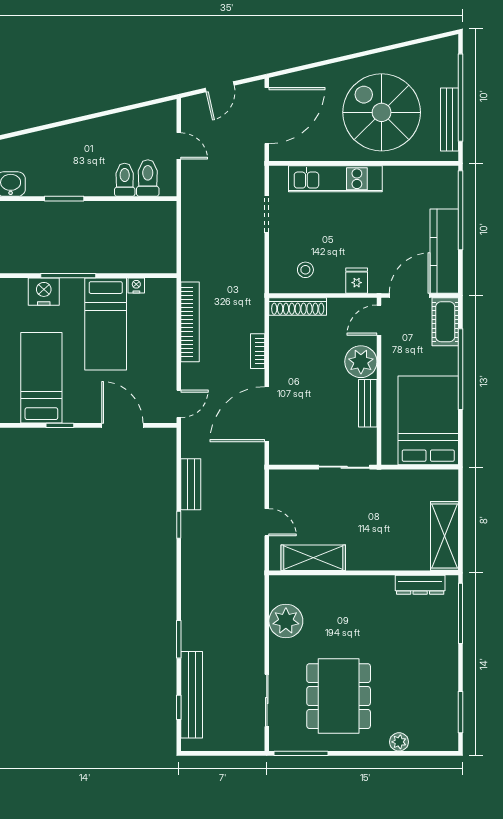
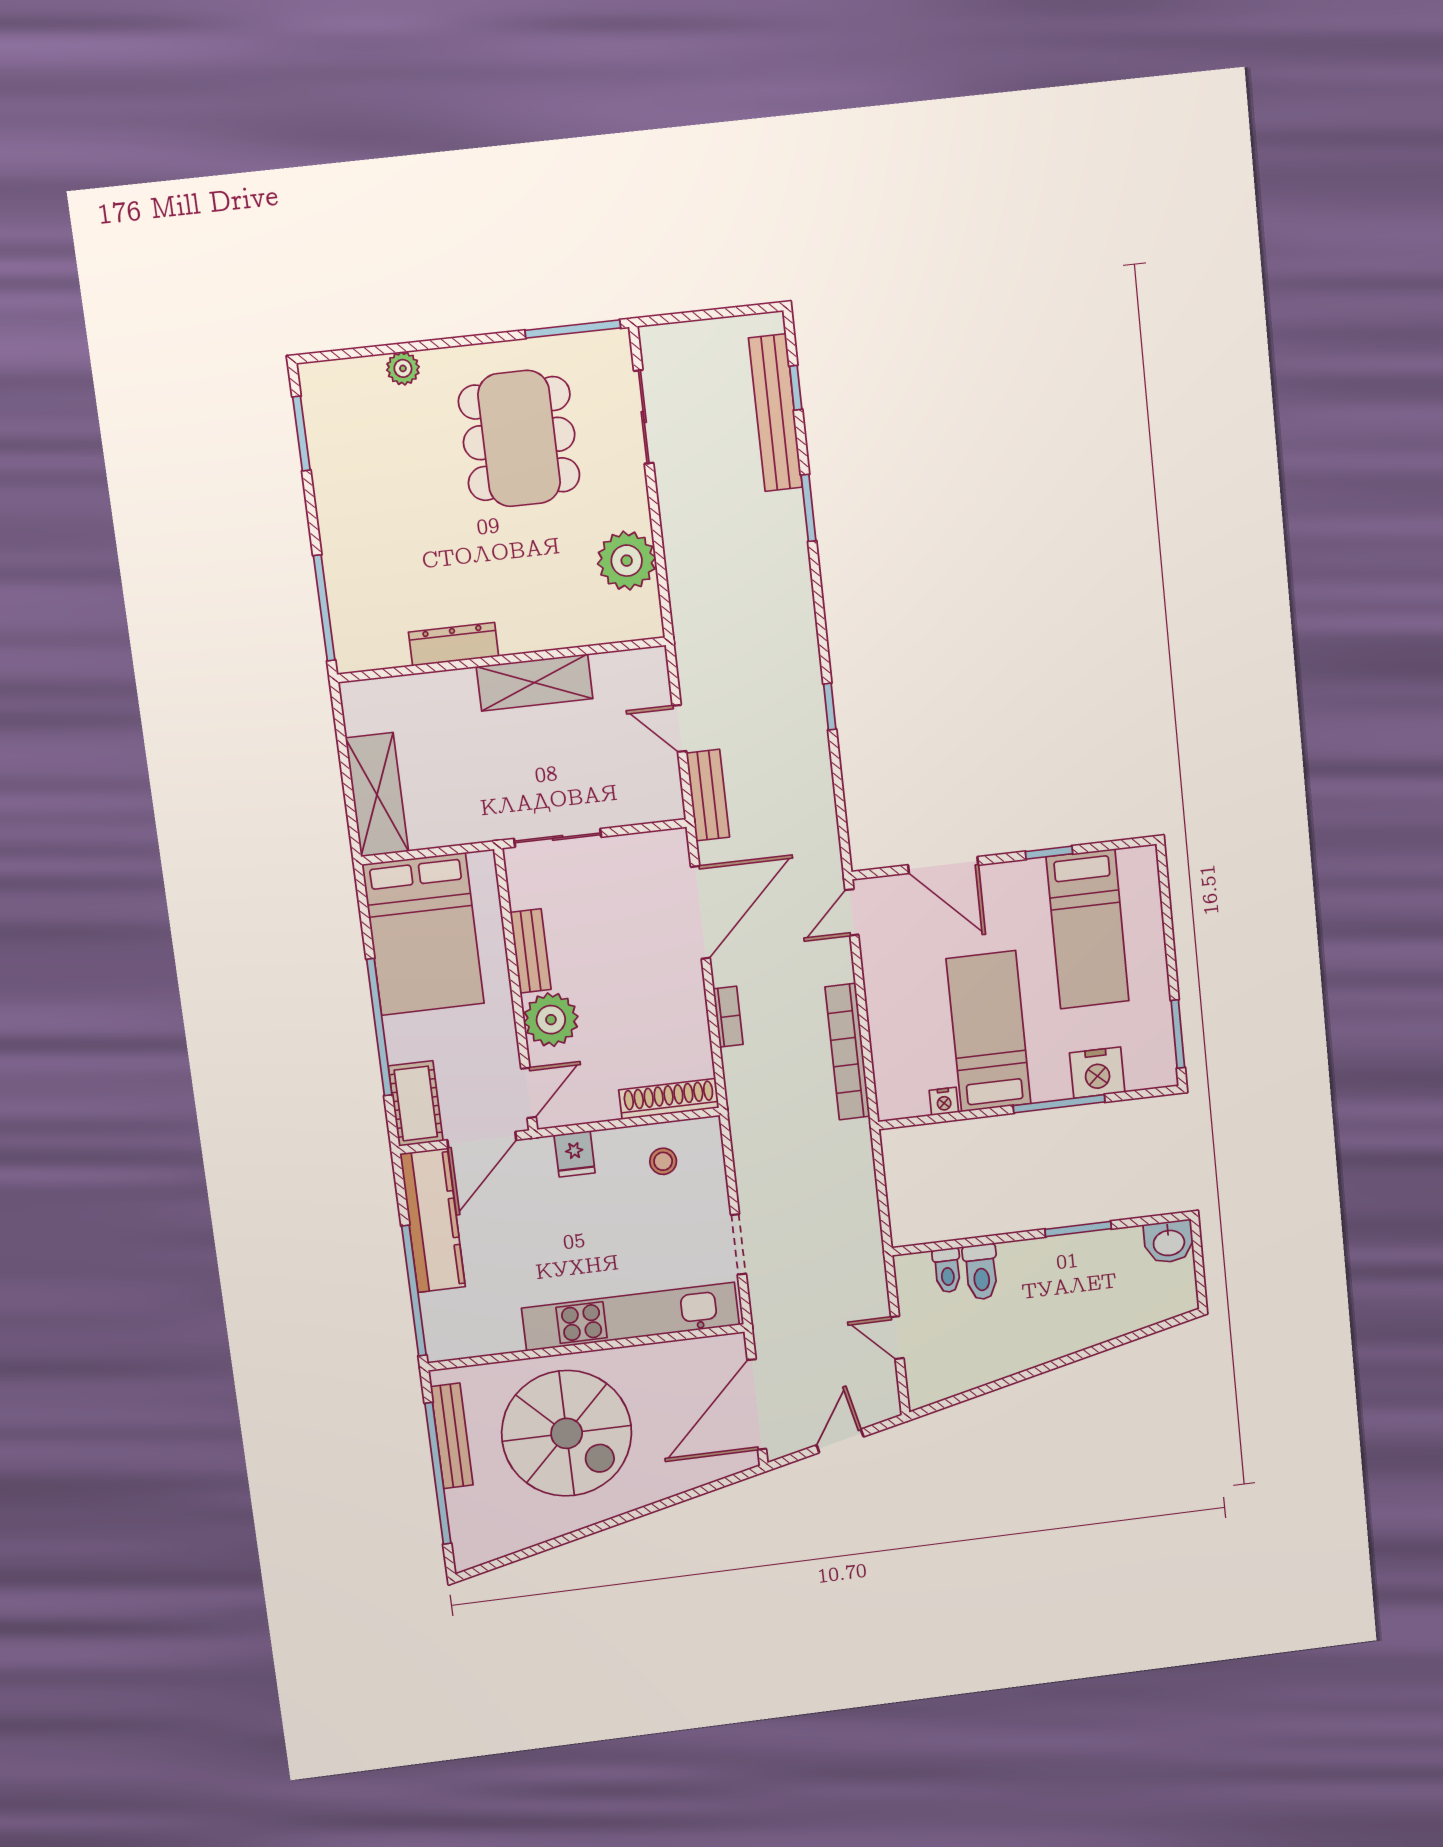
toilet: (148, 178) -> (947, 1270), width x0.73, depth x0.72
kitchen unit: (335, 179) -> (631, 1317), width x1.36
bench: (191, 484) -> (708, 795), moved
shelving: (444, 536) -> (377, 795), moved
shelving: (313, 558) -> (535, 683), moved
dresser: (420, 585) -> (454, 644), moved

